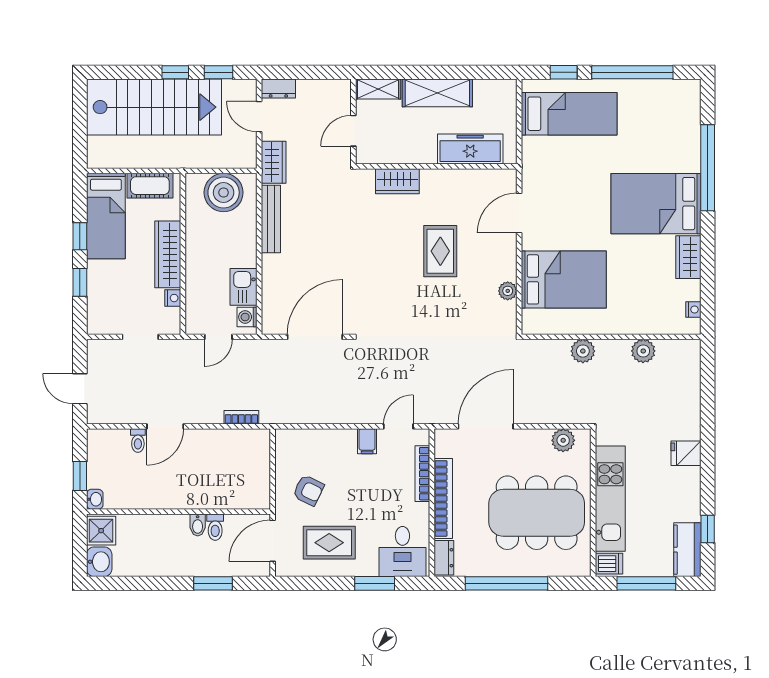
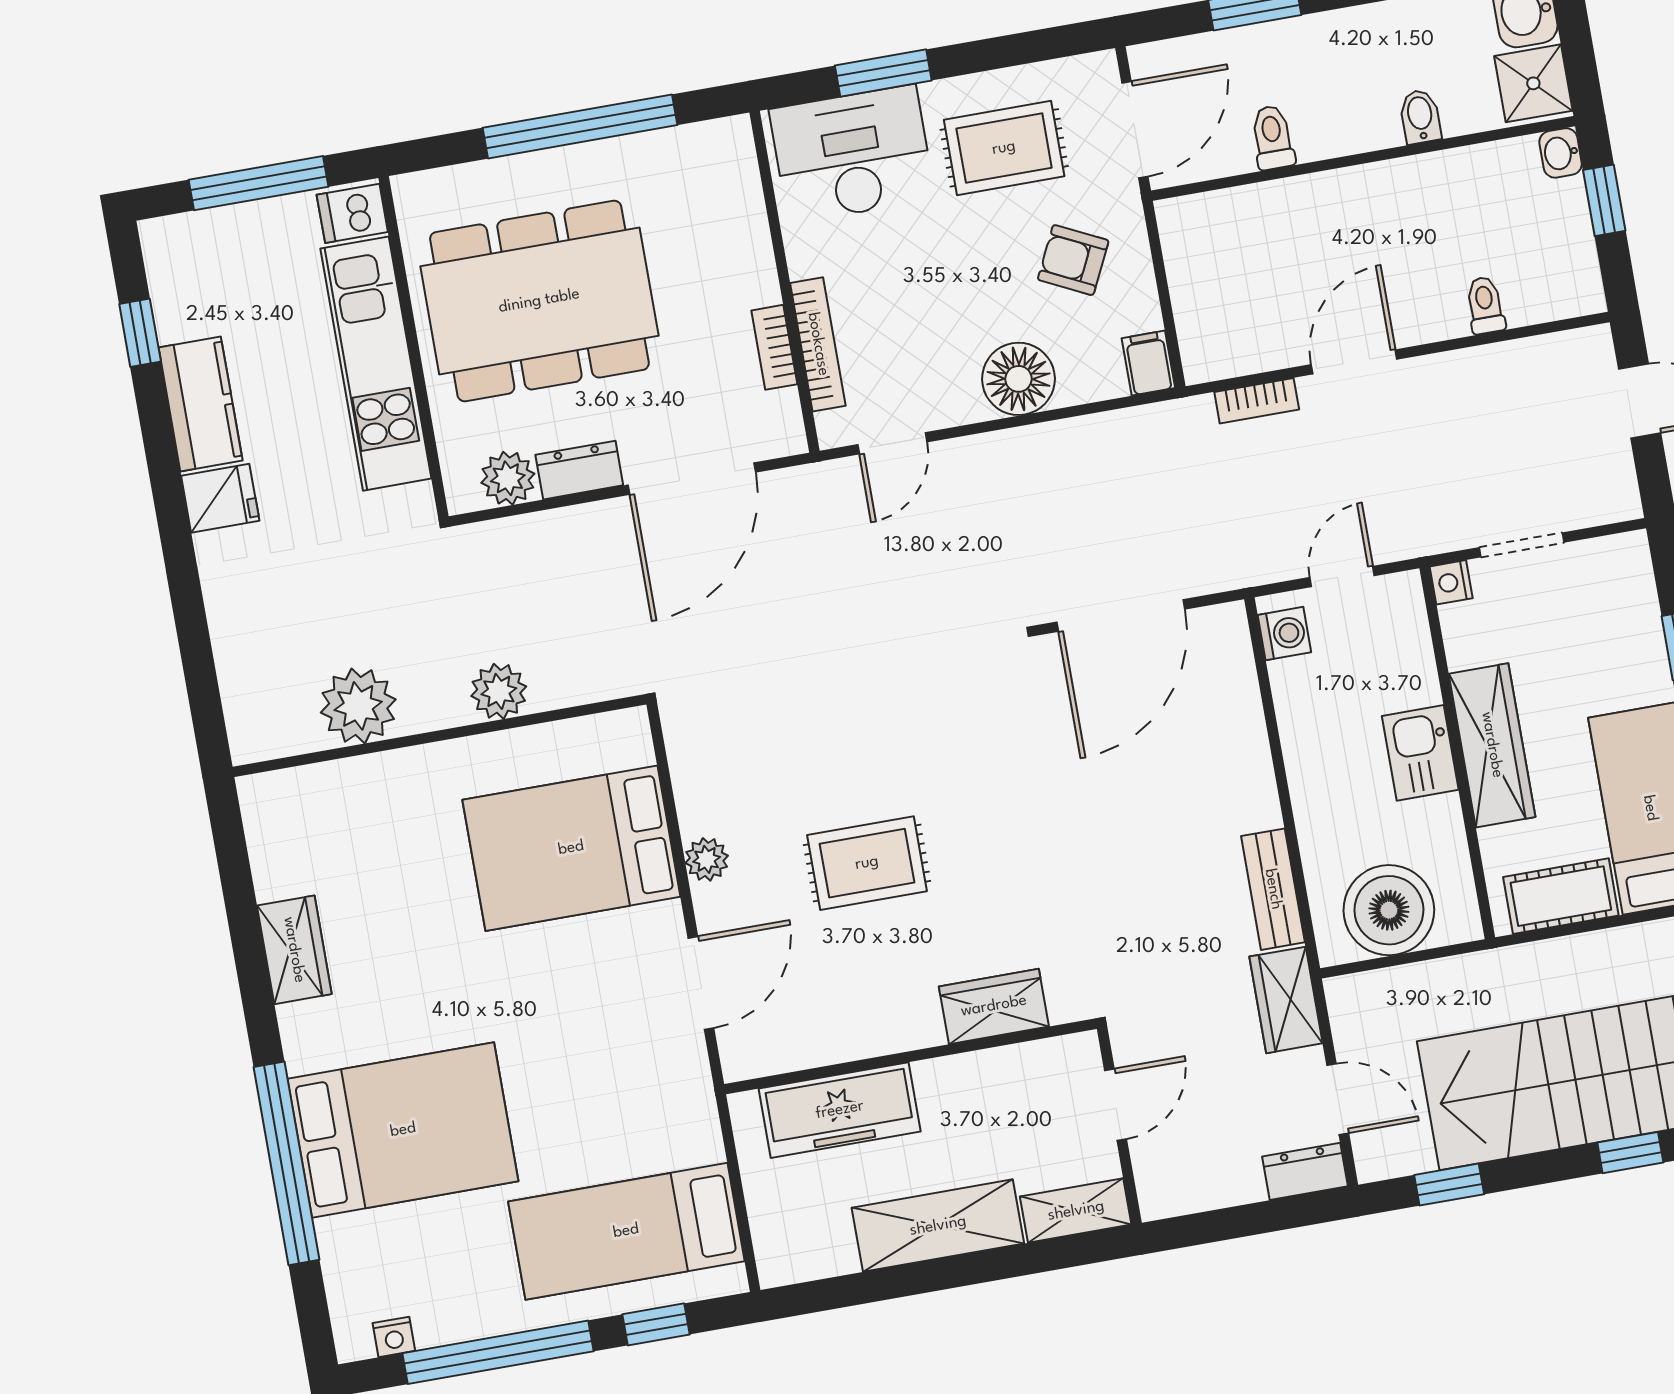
window: (175, 72) -> (1630, 1153), moved
bed: (656, 204) -> (403, 1130), moved
bench: (271, 219) -> (1273, 889), width x0.73
rug: (440, 251) -> (867, 863), turned 90
kitchen sink: (244, 287) -> (1420, 753), moved, turned 180
plant: (508, 291) -> (707, 859), moved
nightstand: (173, 298) -> (1451, 582), moved
nightstand: (693, 310) -> (394, 1337), moved, turned -90
plant: (643, 351) -> (358, 706), width x1.36, depth x1.36
door: (165, 426) -> (1354, 362), moved
filing cabinet: (367, 441) -> (1148, 363), moved
floor lamp: (340, 444) -> (1019, 379), added
bookcase: (443, 498) -> (774, 347), width x0.43, depth x0.76
bidet: (198, 525) -> (1420, 117), moved
kitchen counter: (687, 550) -> (201, 404), moved
desk: (402, 551) -> (852, 154), width x1.37
dresser: (444, 558) -> (579, 470), moved, turned 90

